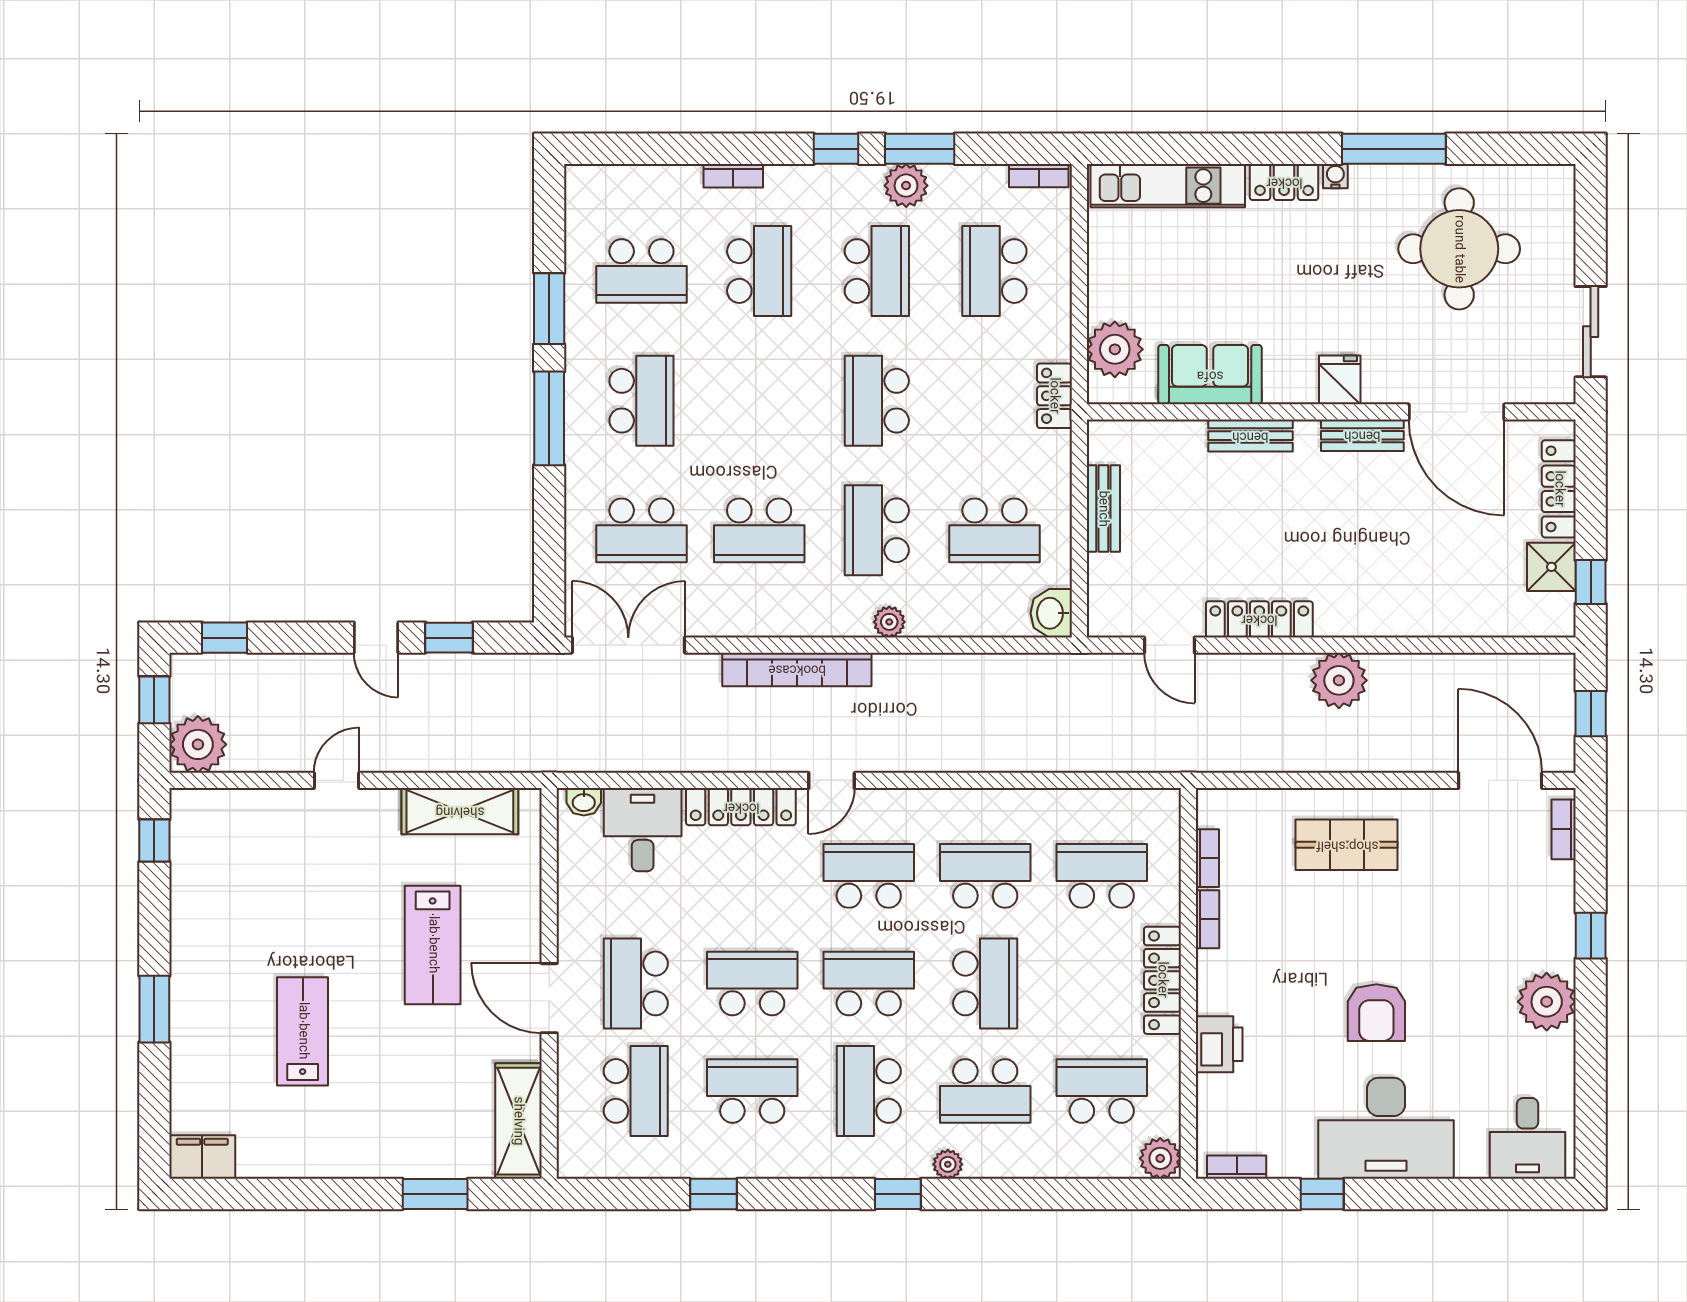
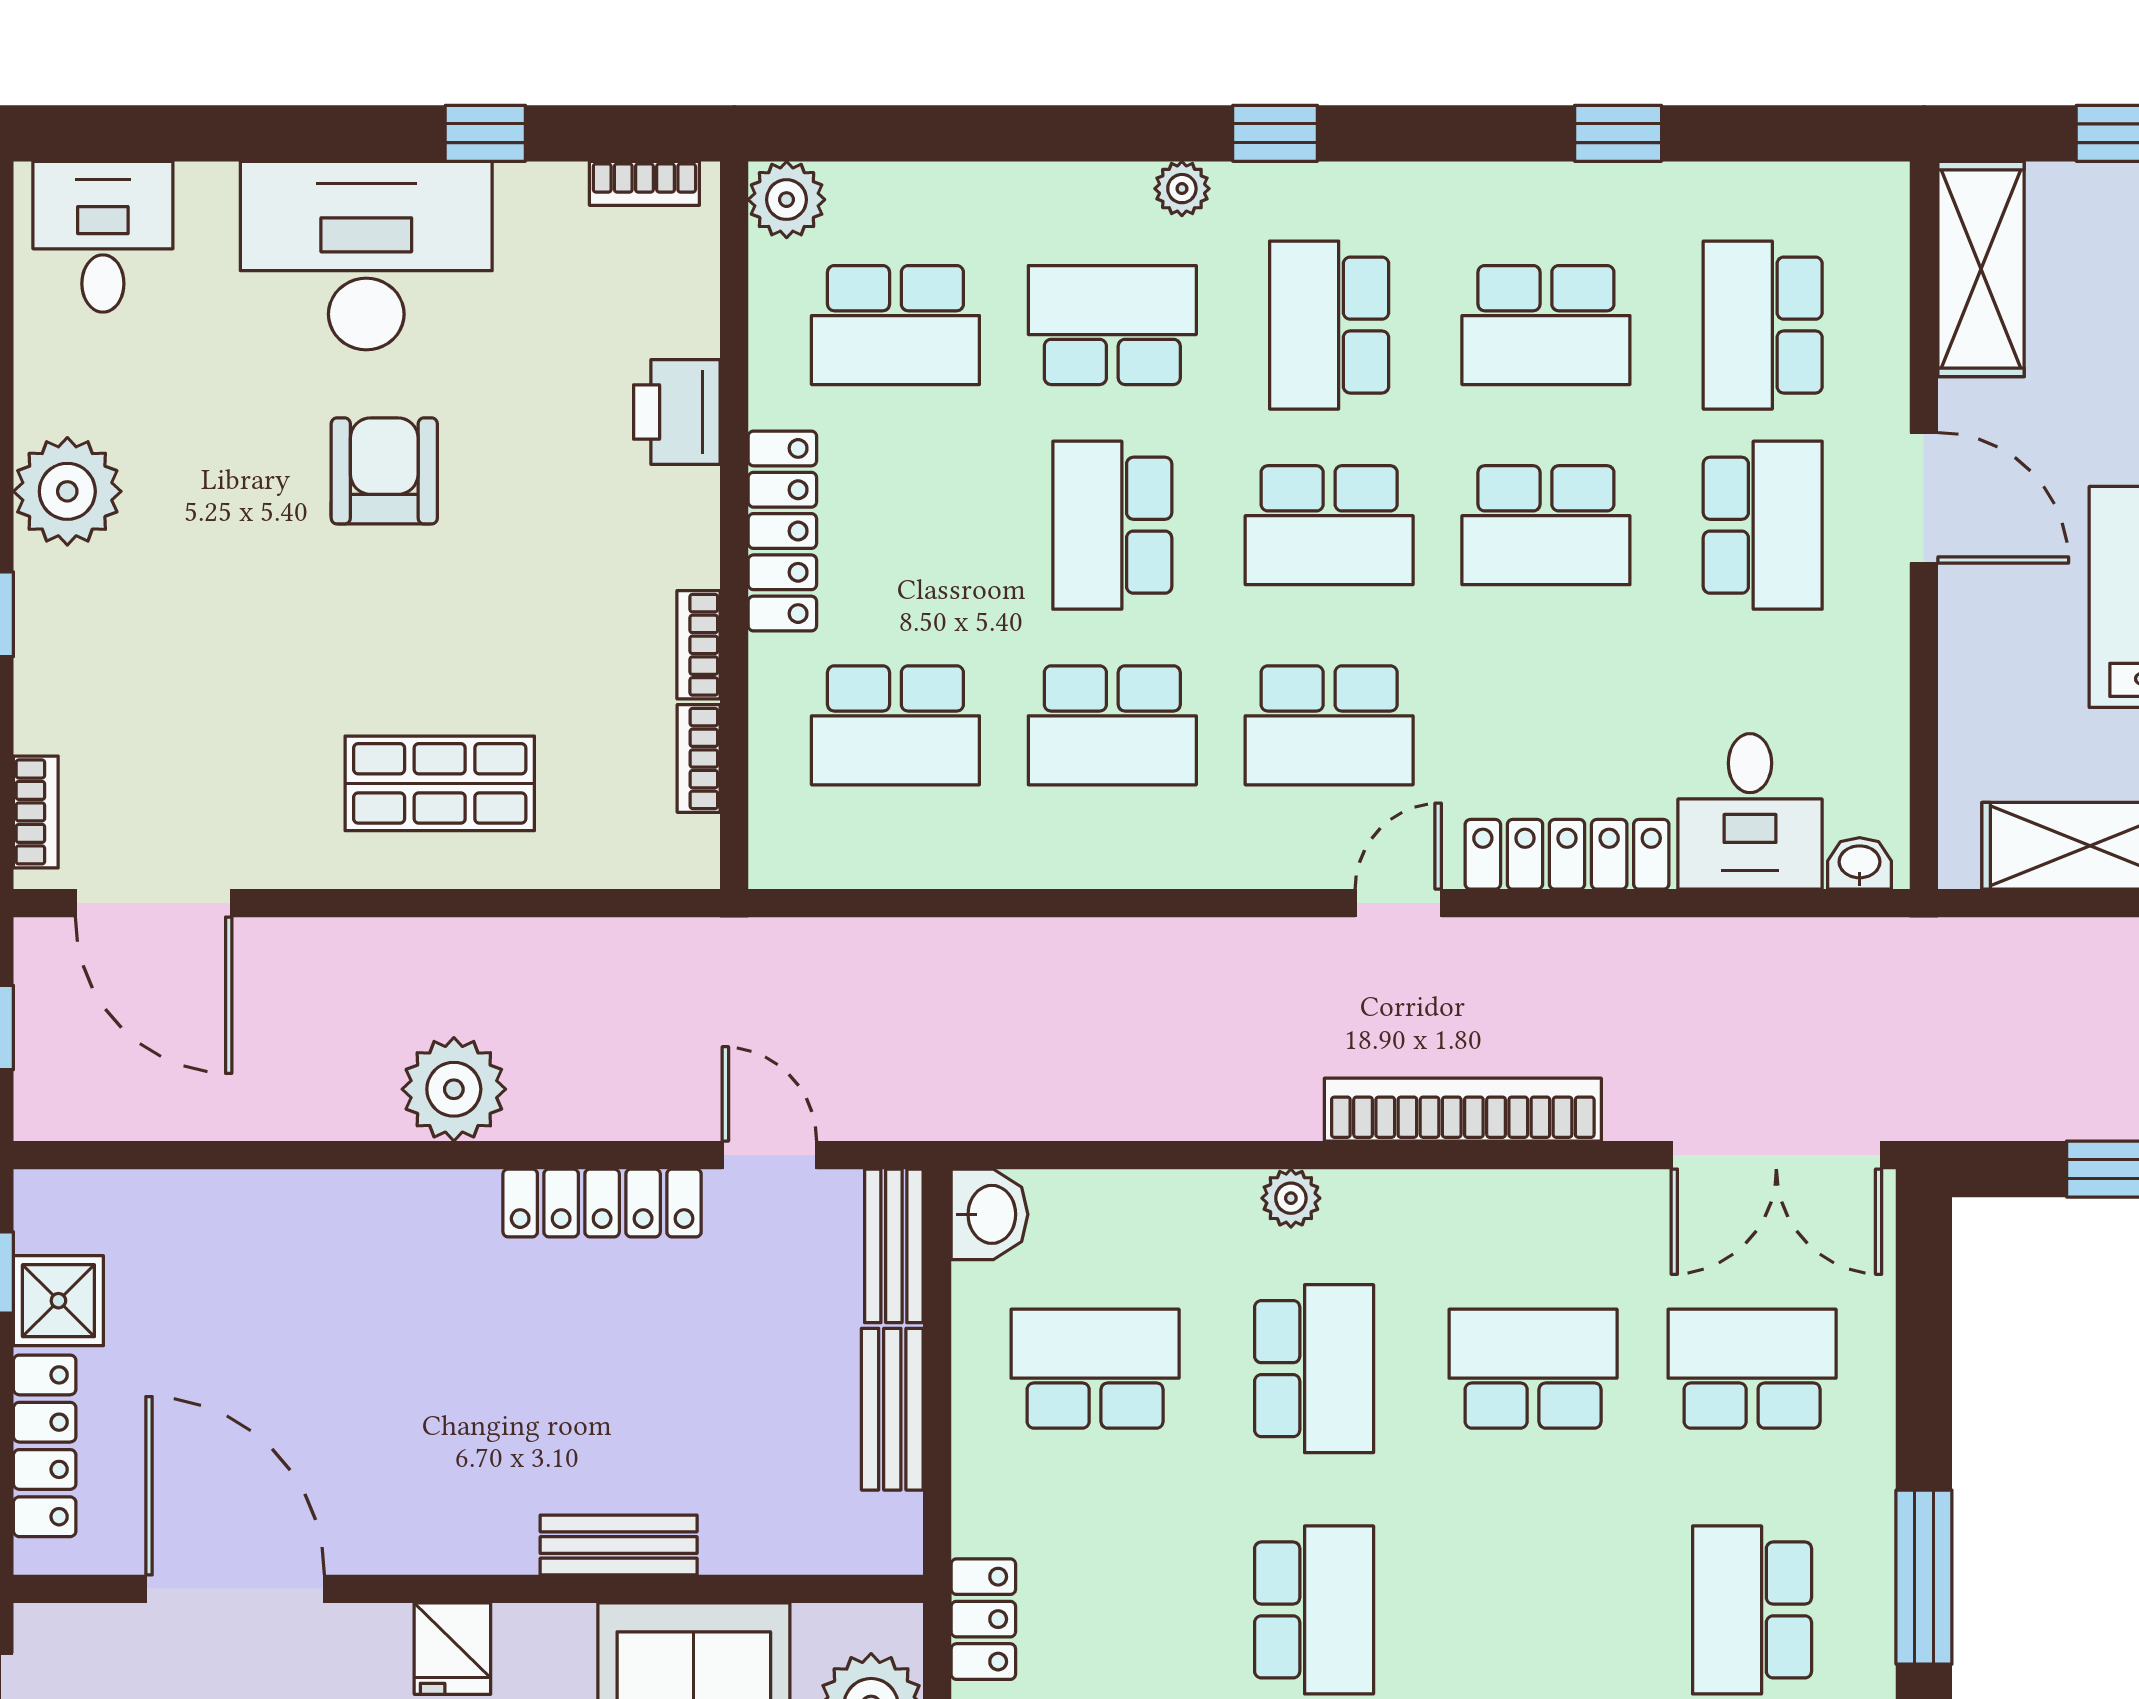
bench: (1362, 435) -> (894, 1246), moved, turned 90
school desk: (869, 1091) -> (1329, 325), turned 180

